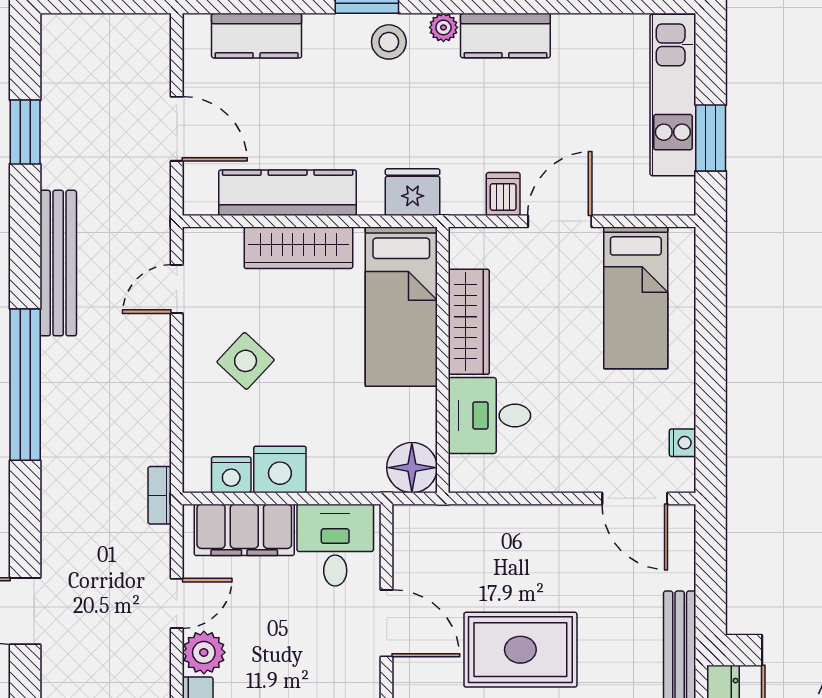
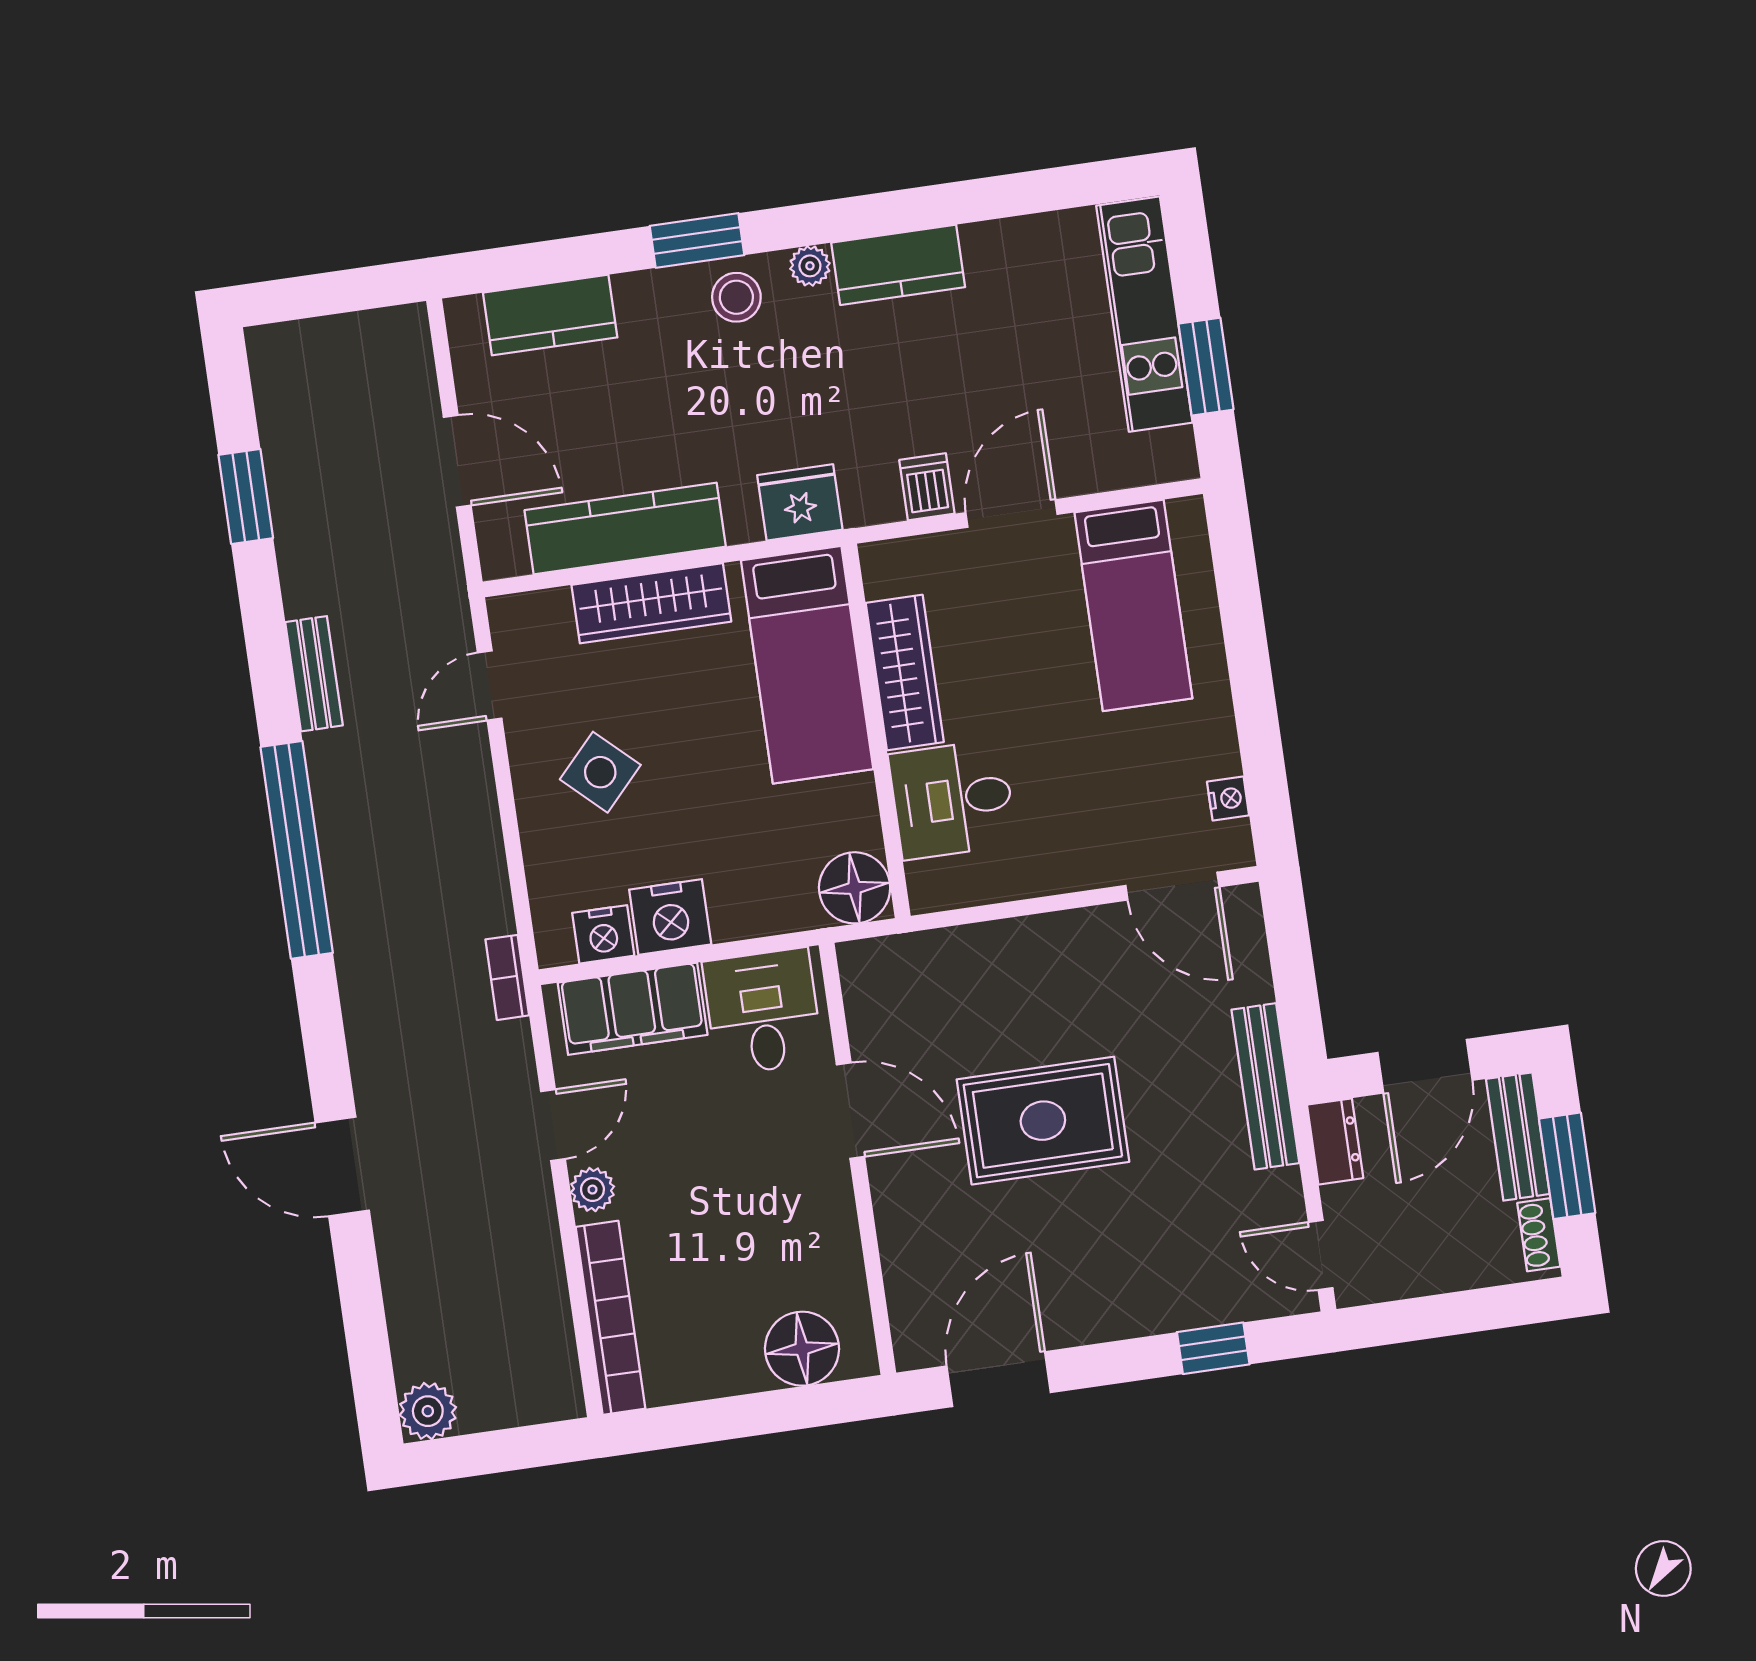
bench: (58, 263) -> (314, 674), width x0.54, depth x0.82
plant: (204, 652) -> (592, 1190), width x0.73, depth x0.73

